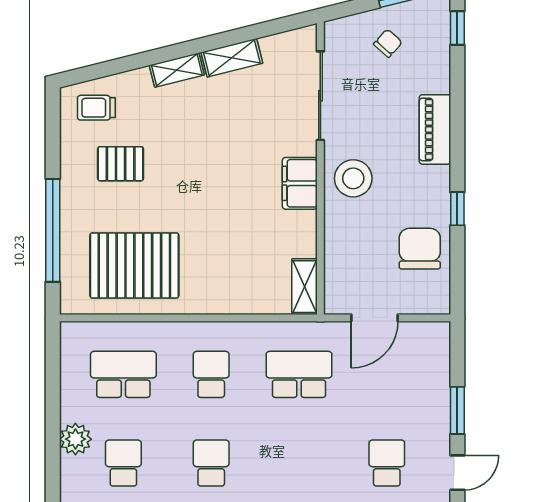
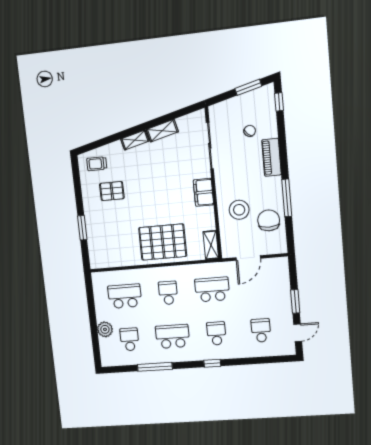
chair: (388, 43) -> (250, 131), moved
stool: (353, 178) -> (239, 210), moved
window: (457, 209) -> (287, 198), width x2.17
window: (53, 230) -> (82, 228), width x0.47
pallet: (134, 265) -> (163, 242), moved
school desk: (211, 463) -> (173, 336), width x1.85
school desk: (299, 463) -> (216, 333), added

